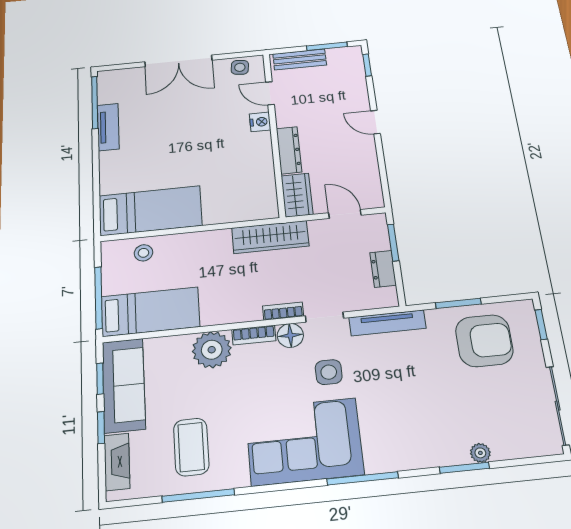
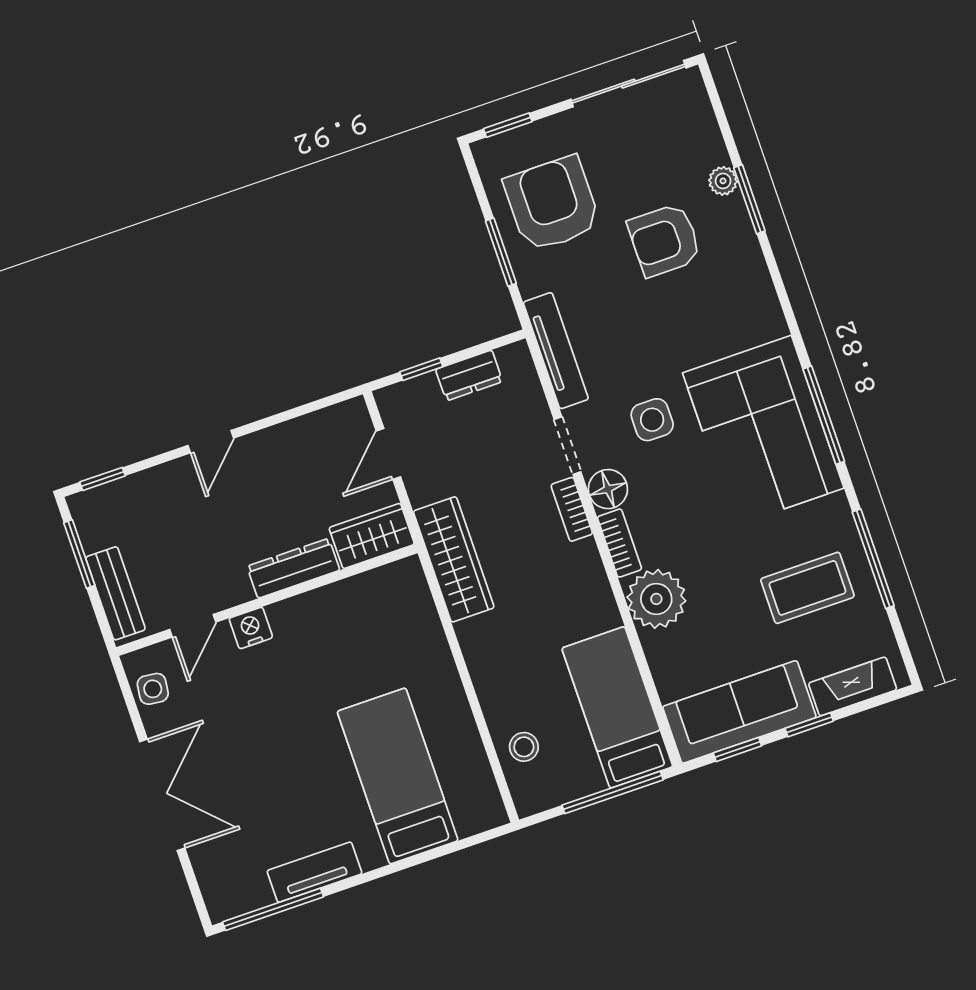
bed: (150, 211) -> (398, 776), moved
window: (393, 243) -> (421, 369), width x0.67
armchair: (447, 406) -> (664, 240), added
window: (363, 478) -> (824, 415), moved

